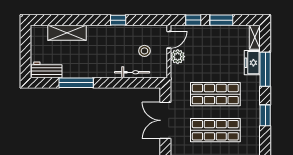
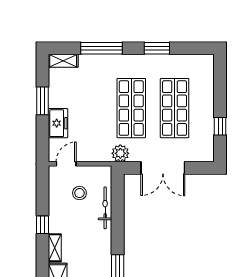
window: (193, 20) -> (43, 135), removed
shelving: (99, 30) -> (55, 248), added
door: (169, 40) -> (66, 164), hinge flipped
plant: (178, 57) -> (120, 153), moved
freezer: (252, 63) -> (58, 123), moved, turned -90

